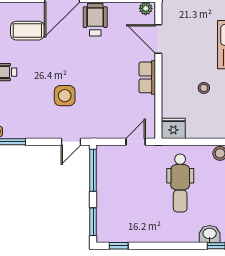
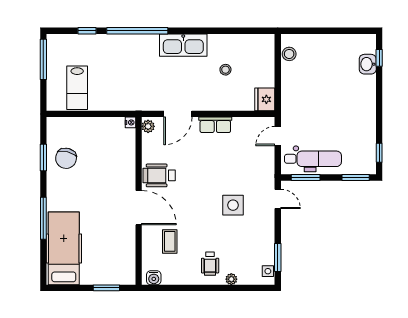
coffee table: (27, 31) -> (170, 241), width x0.73, depth x0.77
door: (136, 142) -> (278, 136), hinge flipped
window: (93, 170) -> (306, 177), width x0.69
dental chair: (180, 183) -> (313, 159), moved

